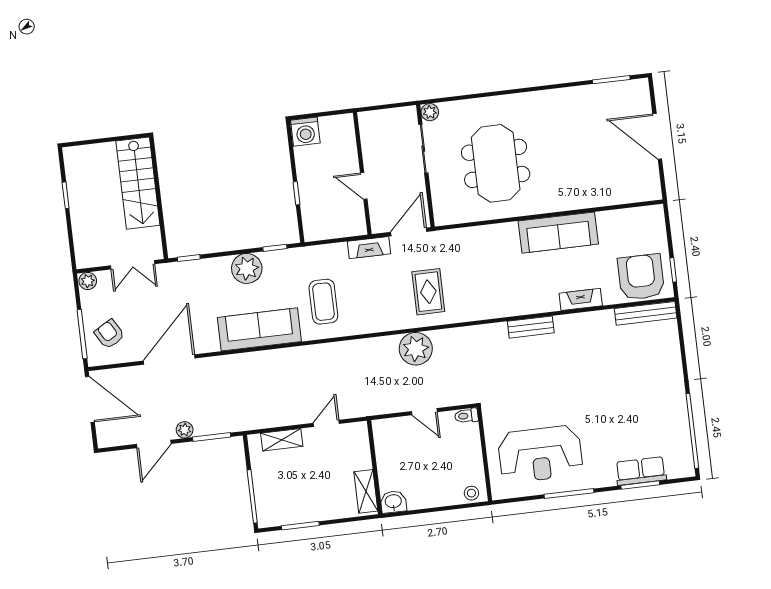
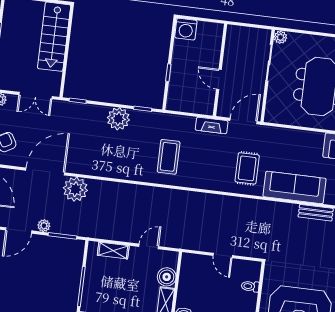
sofa: (259, 329) -> (295, 187), moved
plant: (416, 349) -> (75, 189), moved
toilet: (466, 416) -> (250, 286), moved
boiler: (359, 457) -> (167, 277), added

